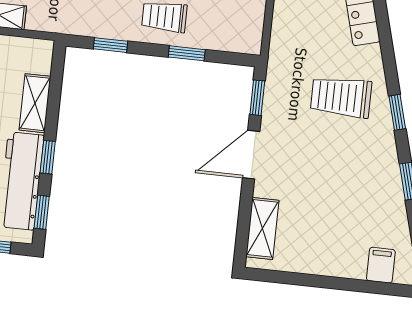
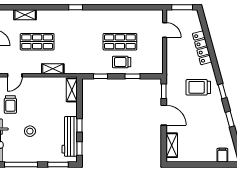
shelving: (35, 103) -> (72, 90), moved
door: (251, 155) -> (164, 115), swing flipped

